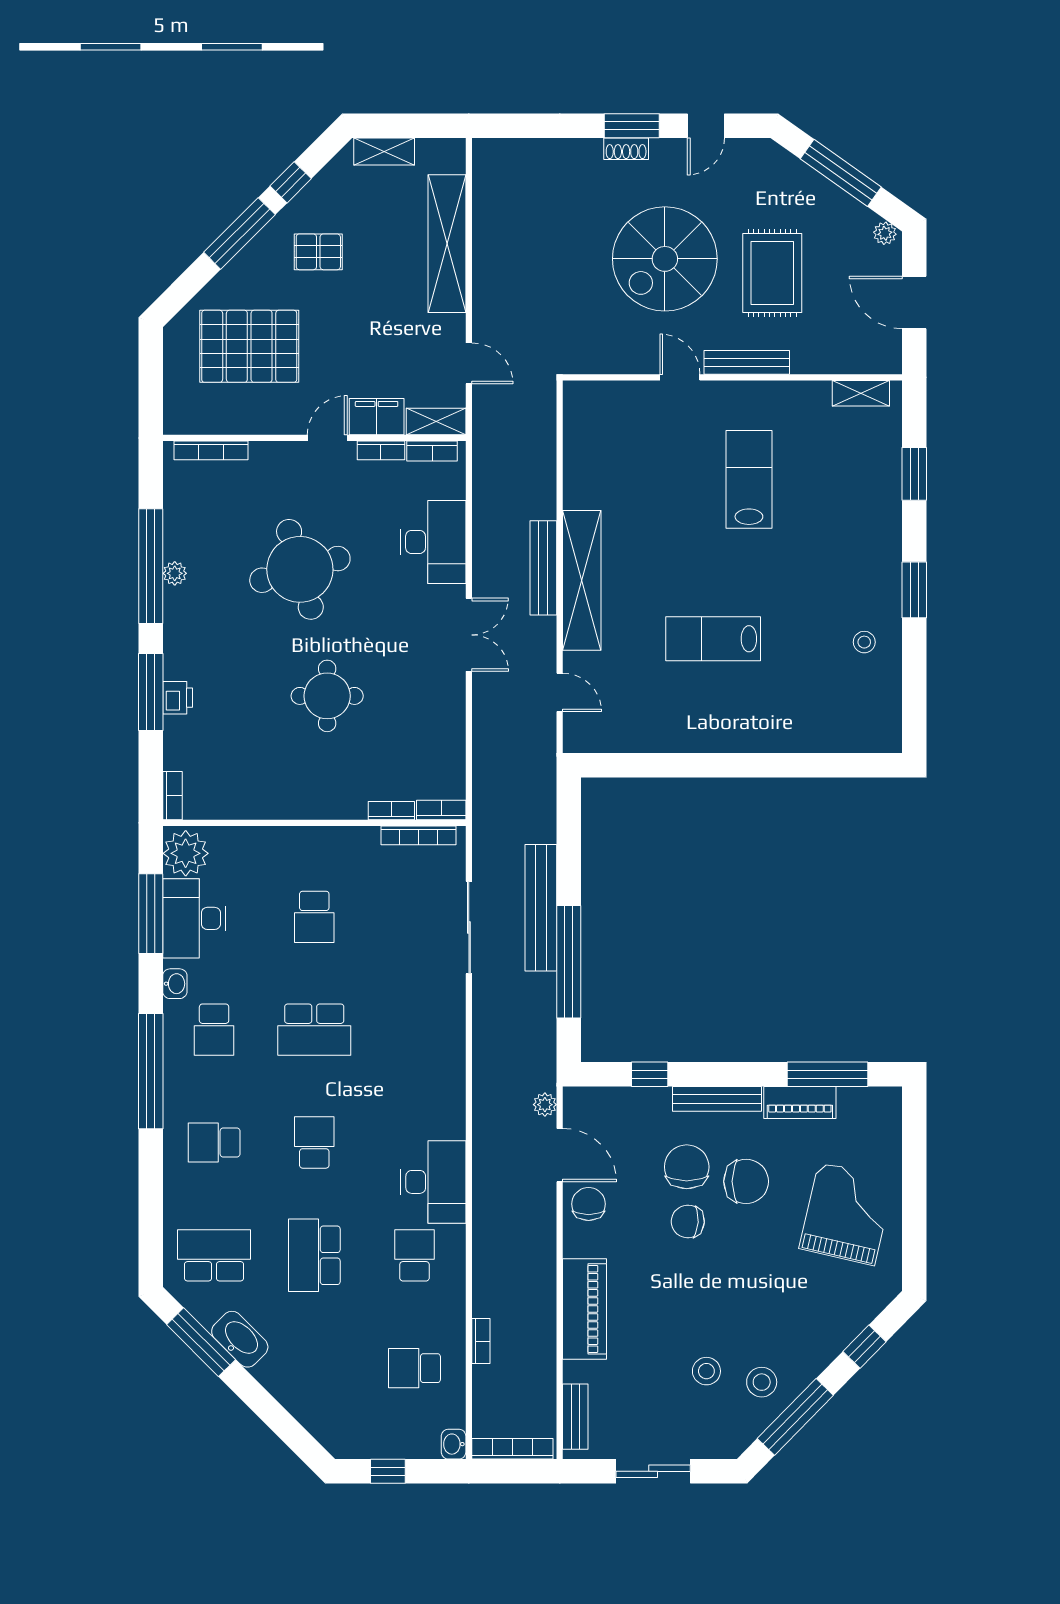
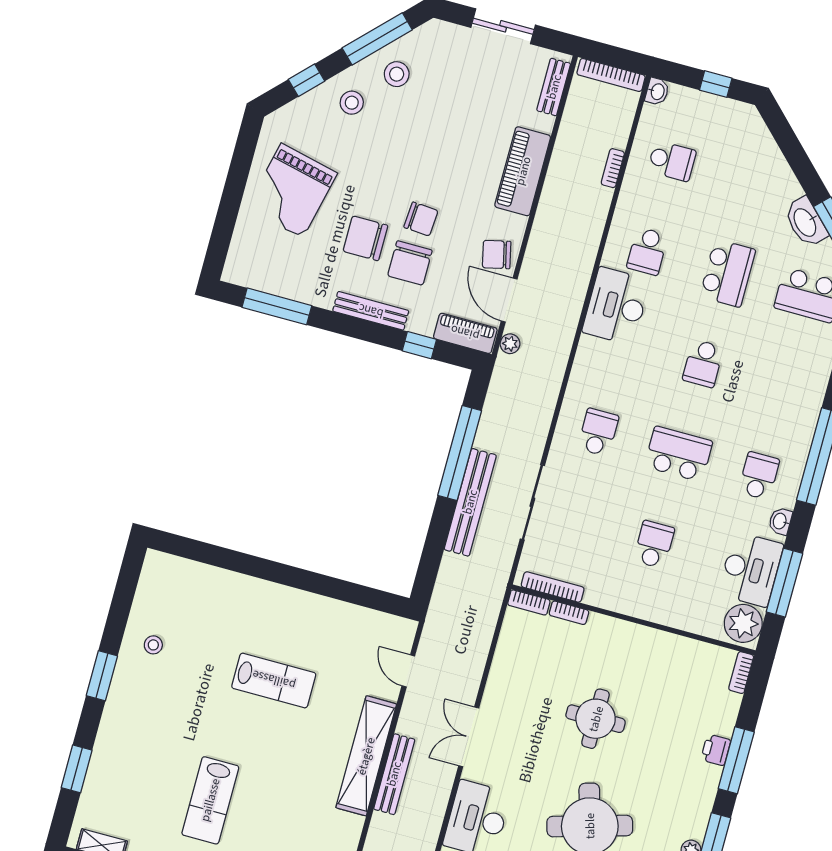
piano: (800, 1103) -> (465, 333), moved
school desk: (214, 1142) -> (598, 432), moved, turned -90
chair: (589, 1204) -> (497, 255), turned 77
stool: (706, 1371) -> (352, 103), moved

